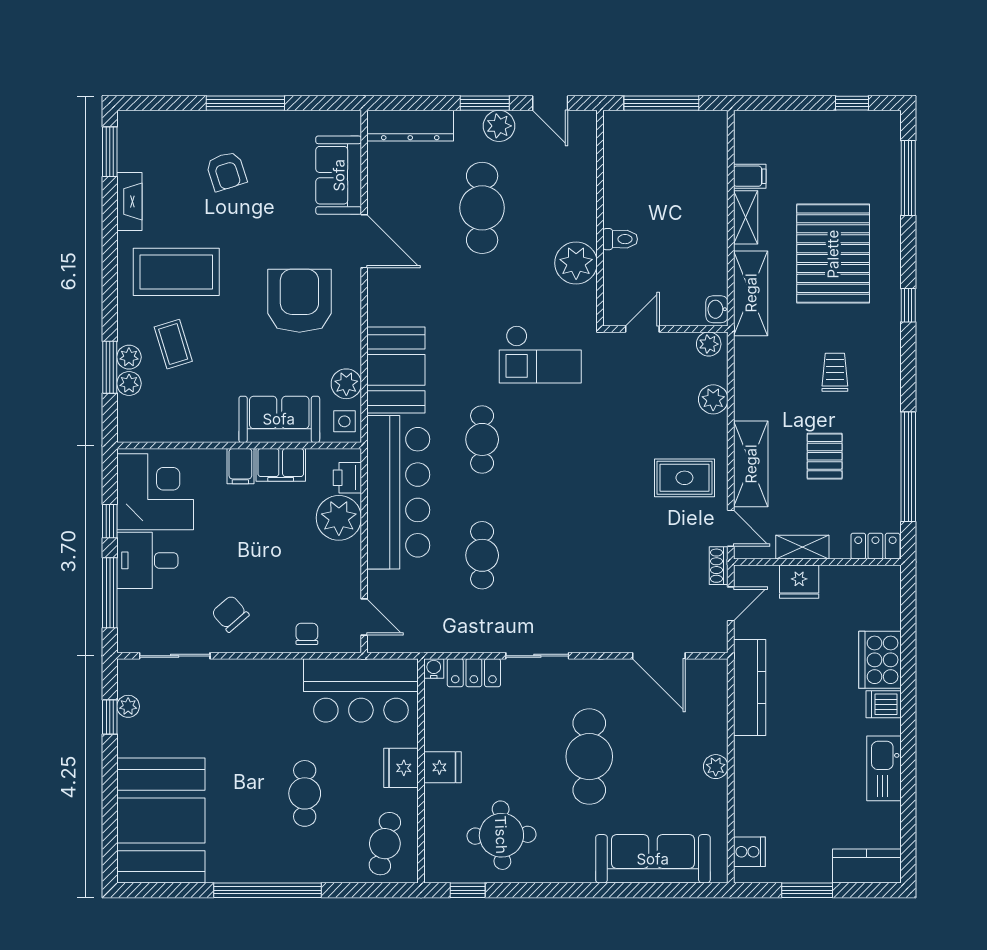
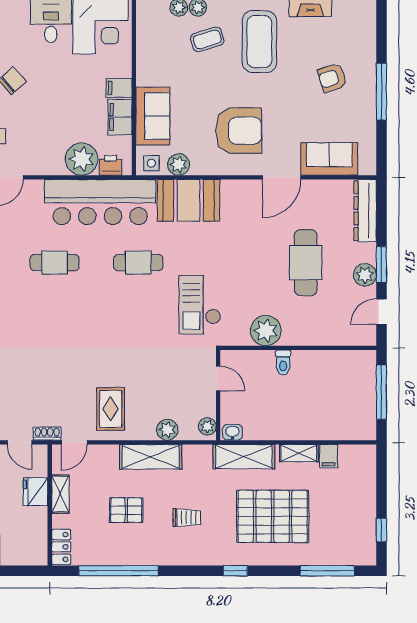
cafe table: (482, 208) -> (306, 263), turned 90
shelving: (751, 464) -> (151, 457), moved

